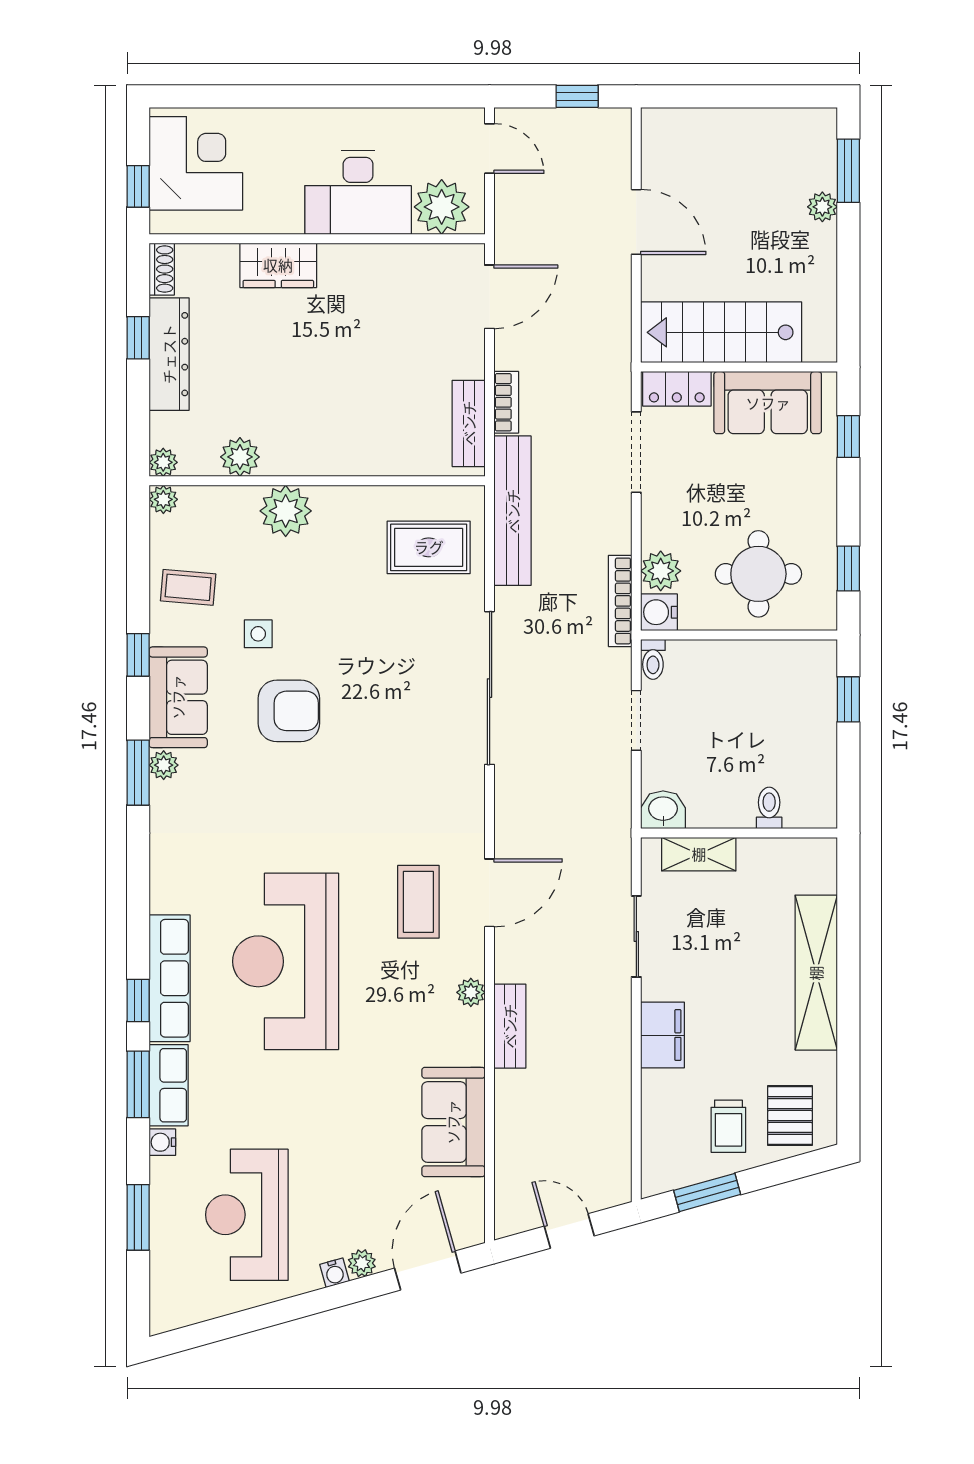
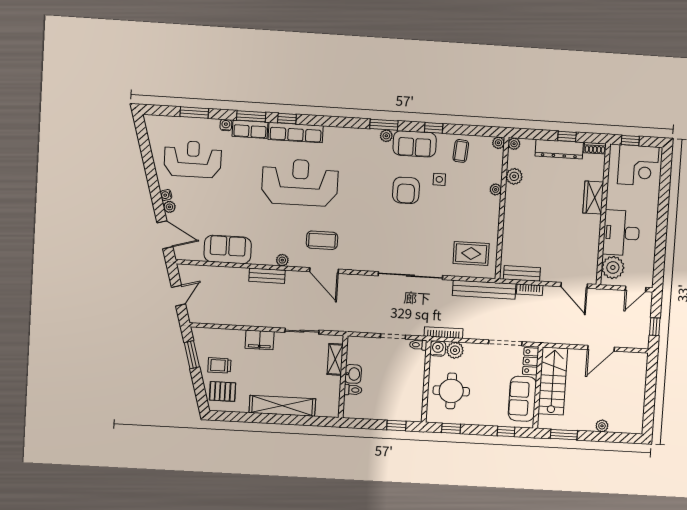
window: (848, 171) -> (564, 435), moved
plant: (286, 511) -> (496, 189), width x0.53, depth x0.53
rug: (429, 547) -> (471, 253), turned 90
washbasin: (663, 810) -> (353, 374), moved

